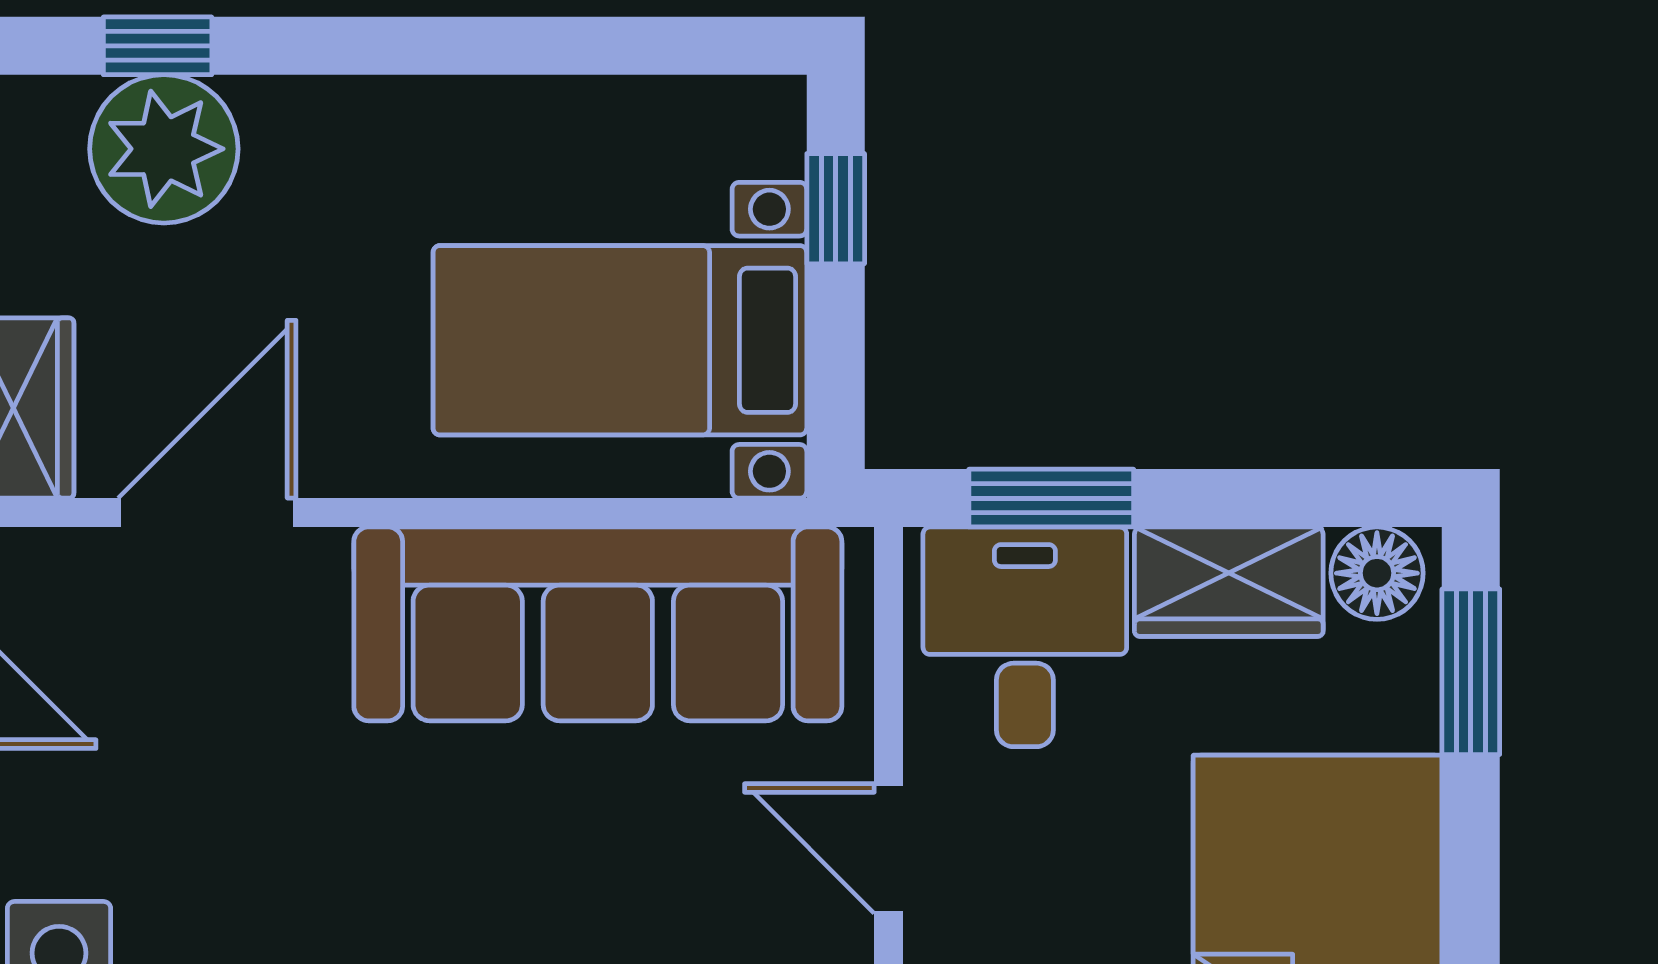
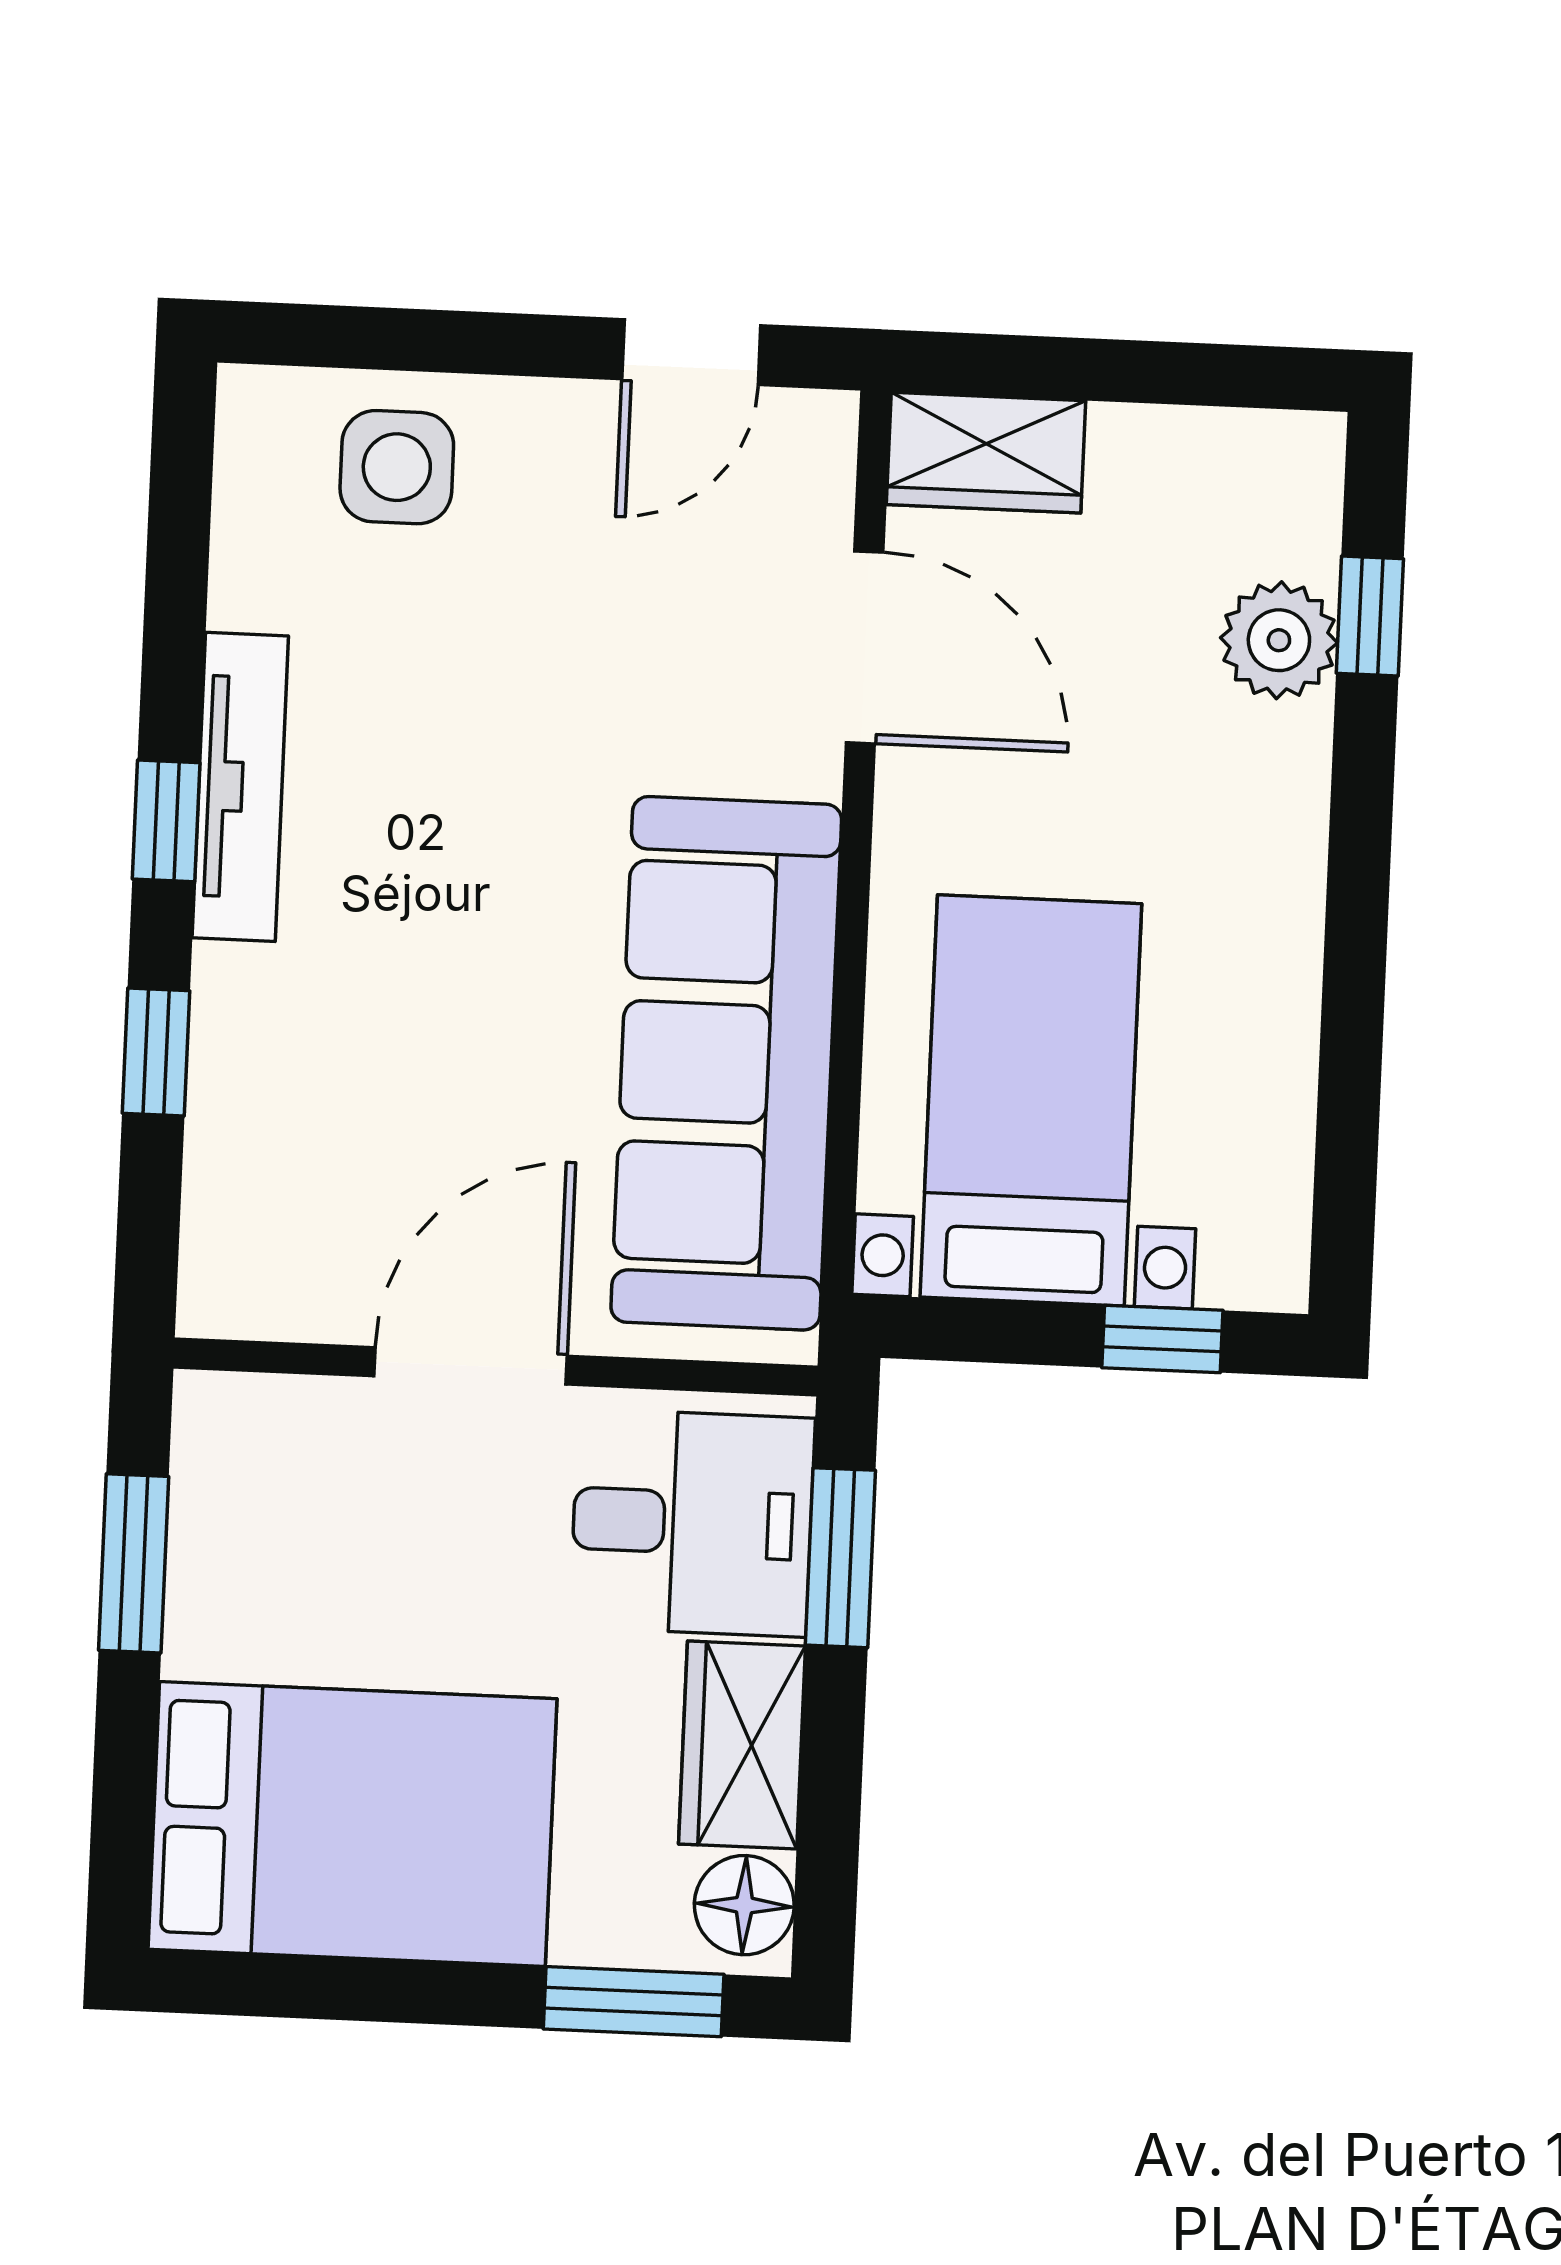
plant: (164, 149) -> (1279, 640), width x0.73, depth x0.73
door: (889, 848) -> (471, 1366), width x1.38

